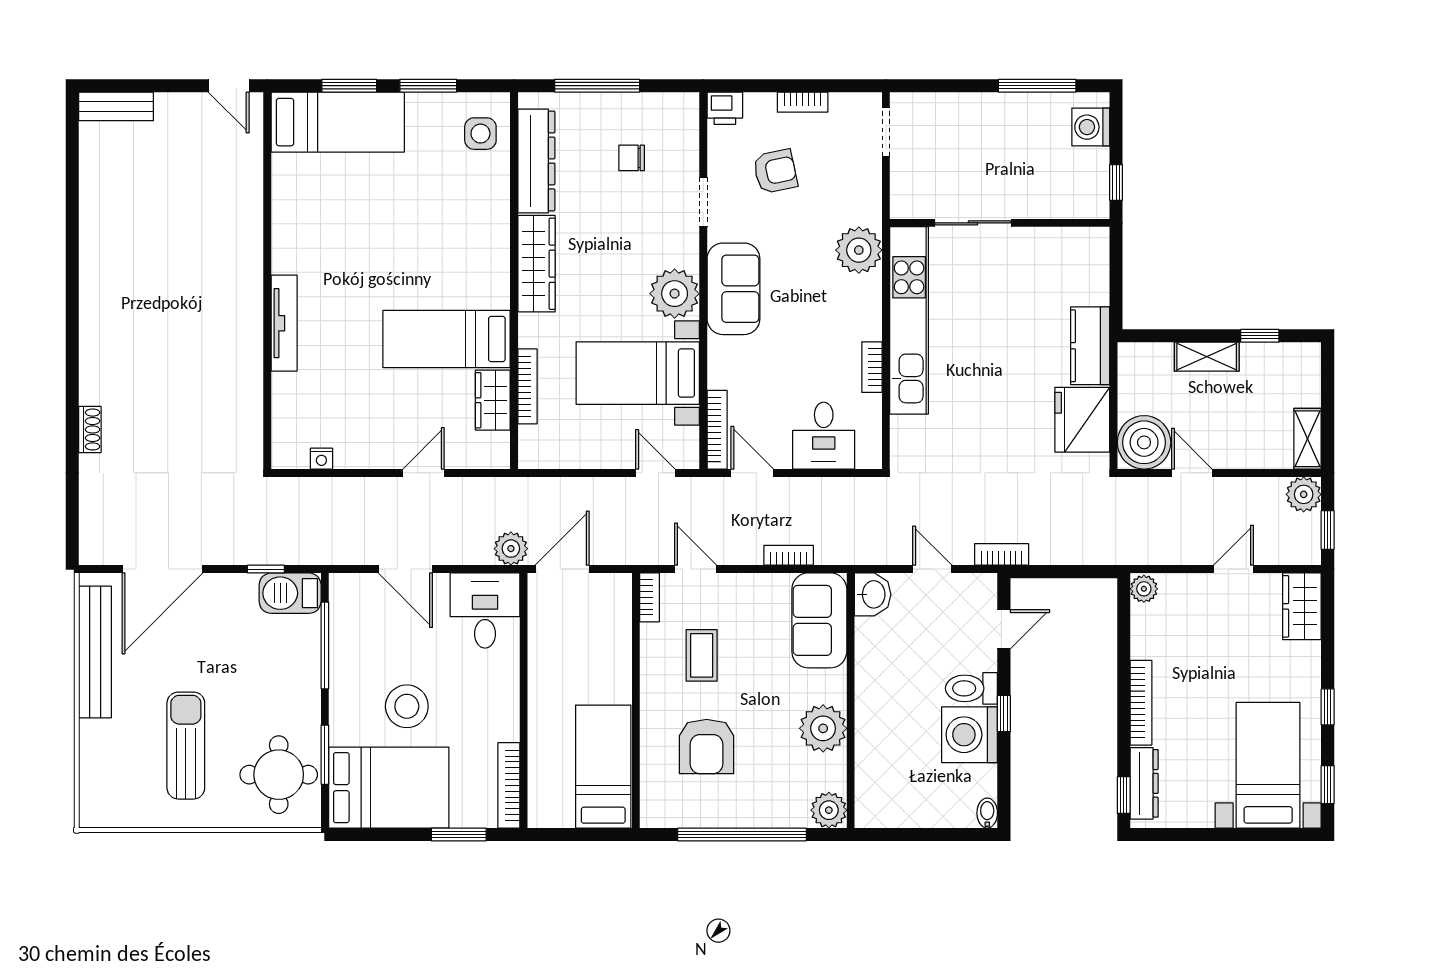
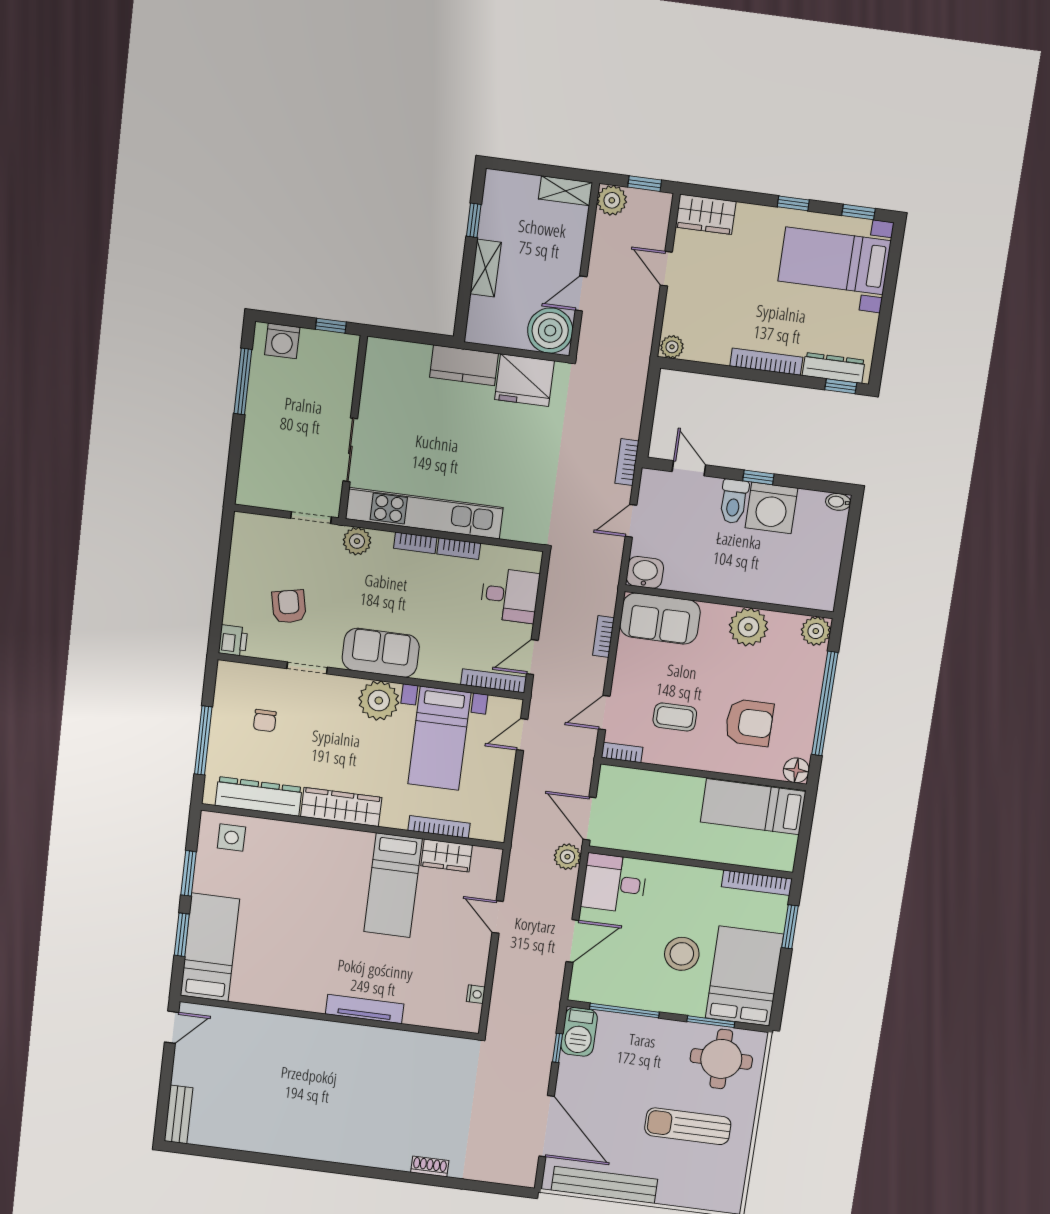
bookcase: (803, 102) -> (415, 543), moved, turned 90
doorway: (886, 132) -> (311, 518), moved
plant: (859, 250) -> (357, 541), width x0.73, depth x0.73
floor lamp: (655, 812) -> (796, 770), added

